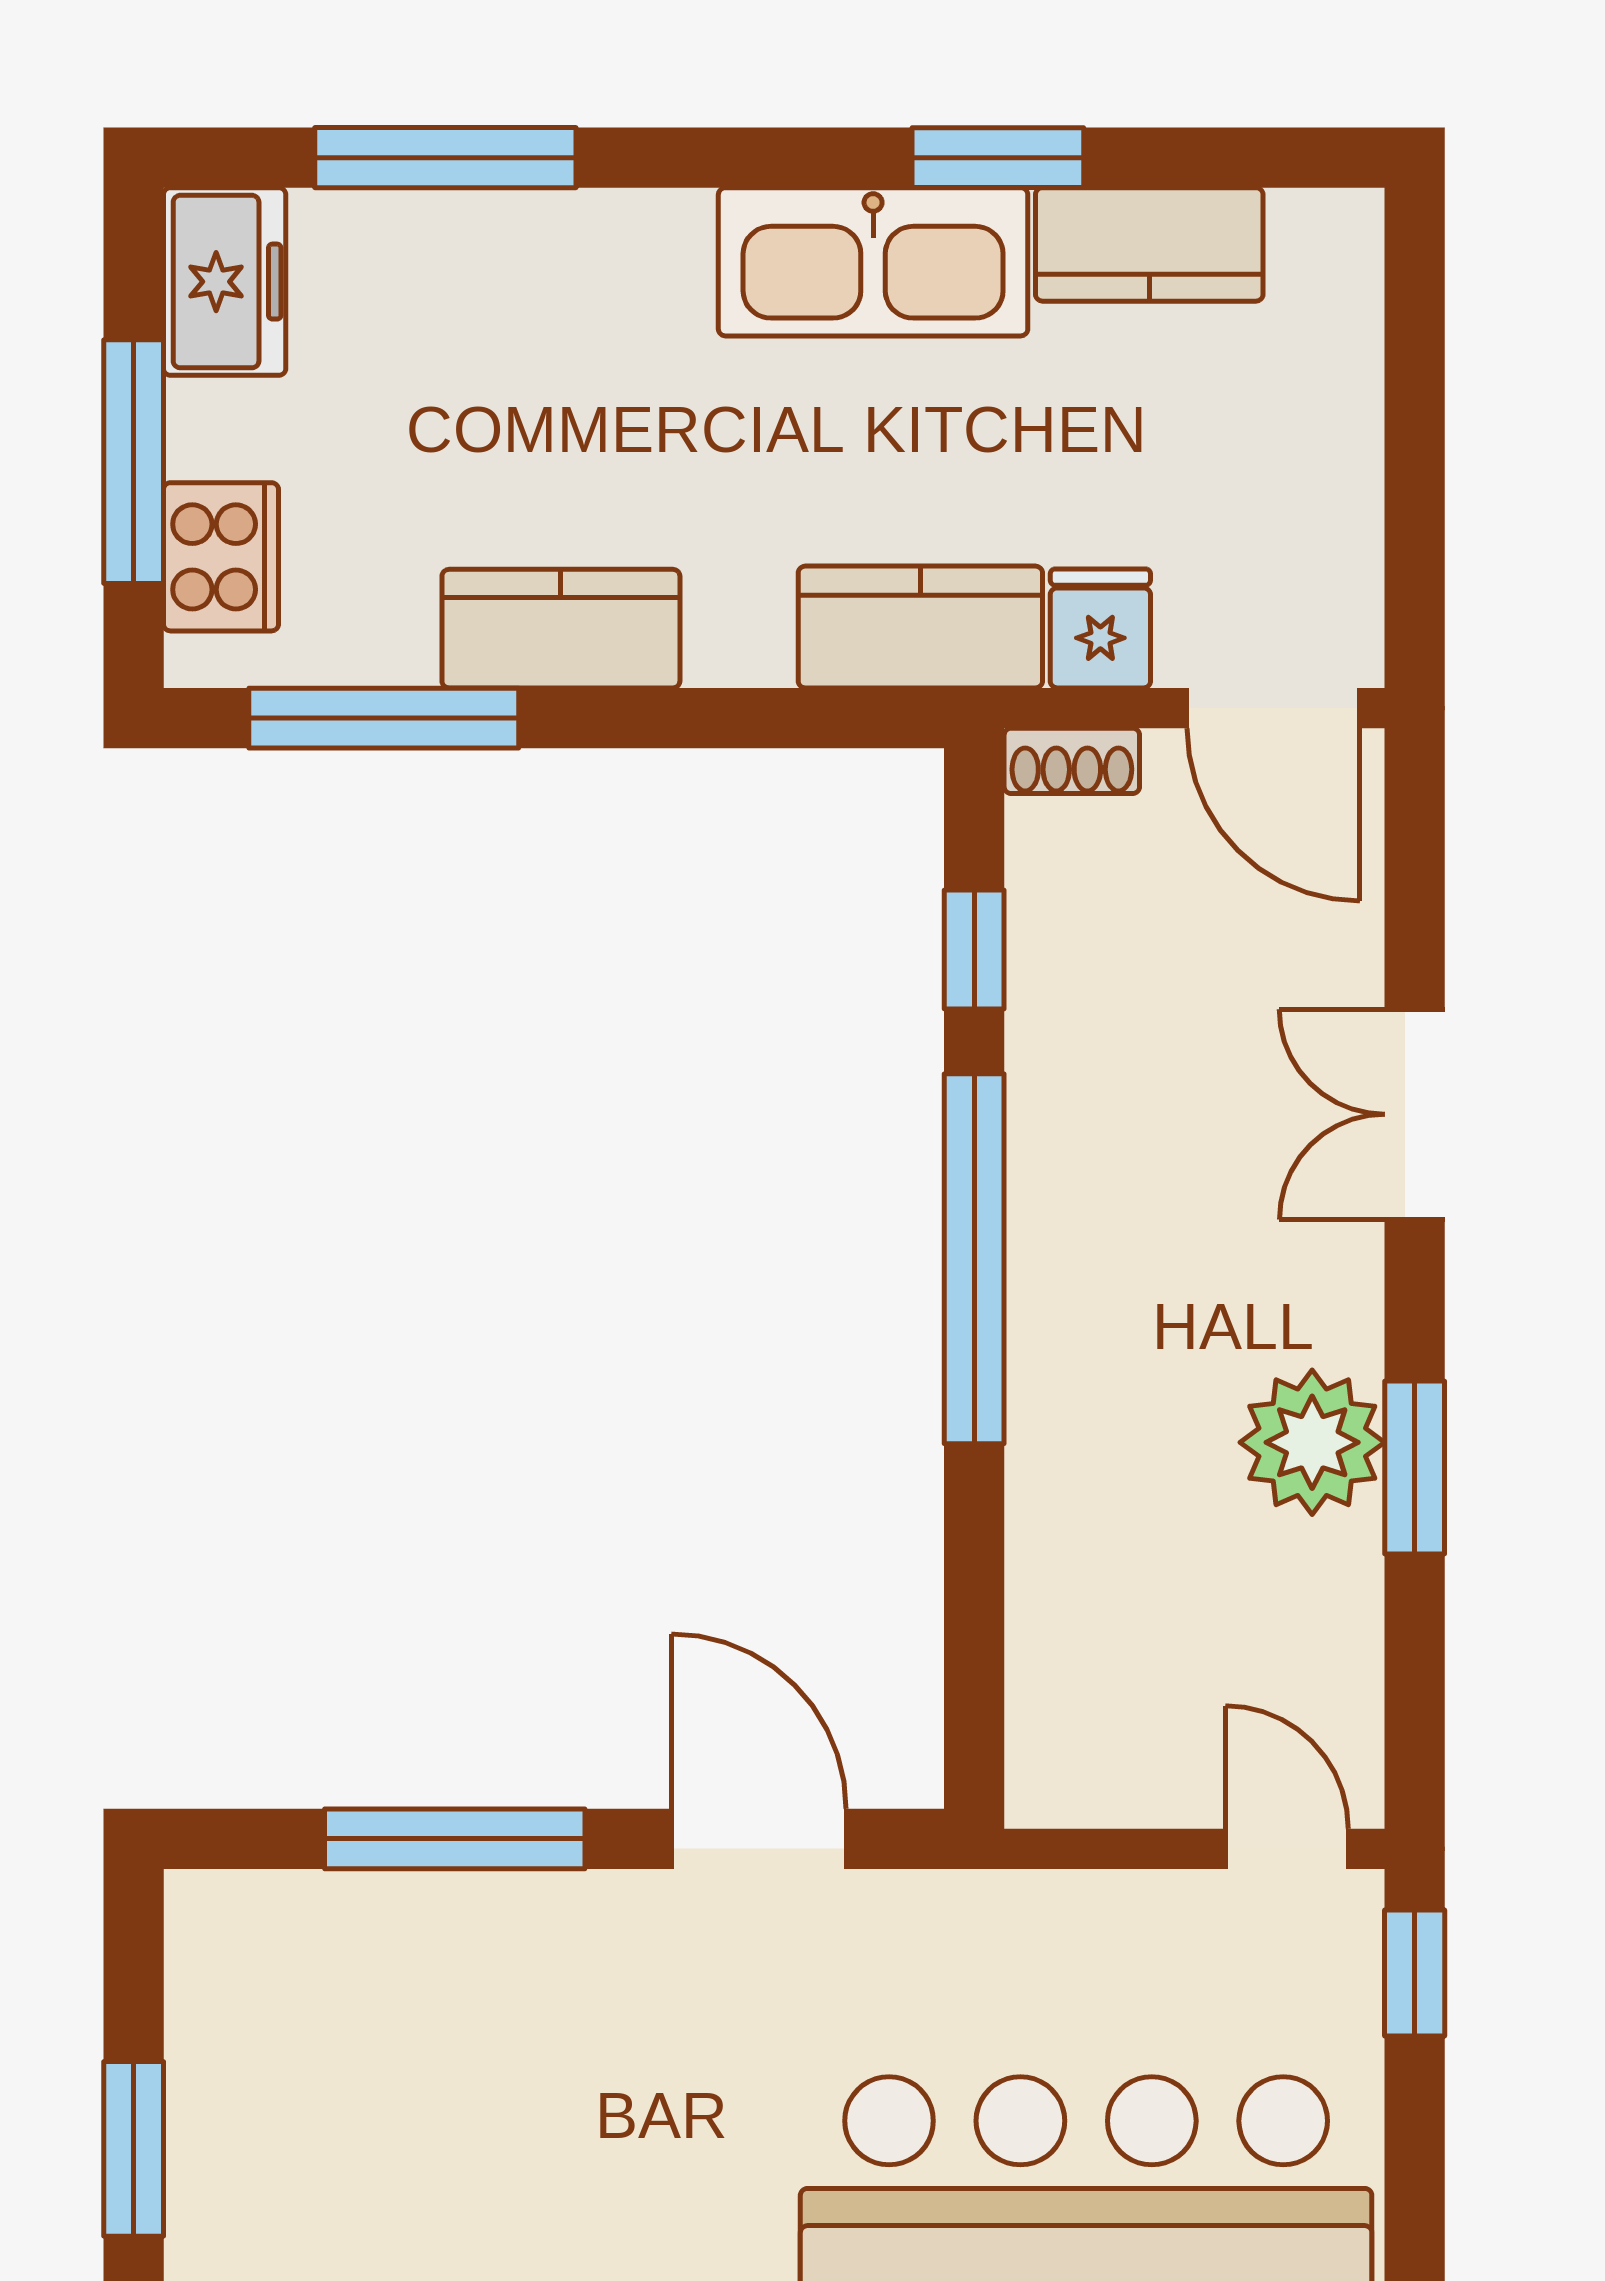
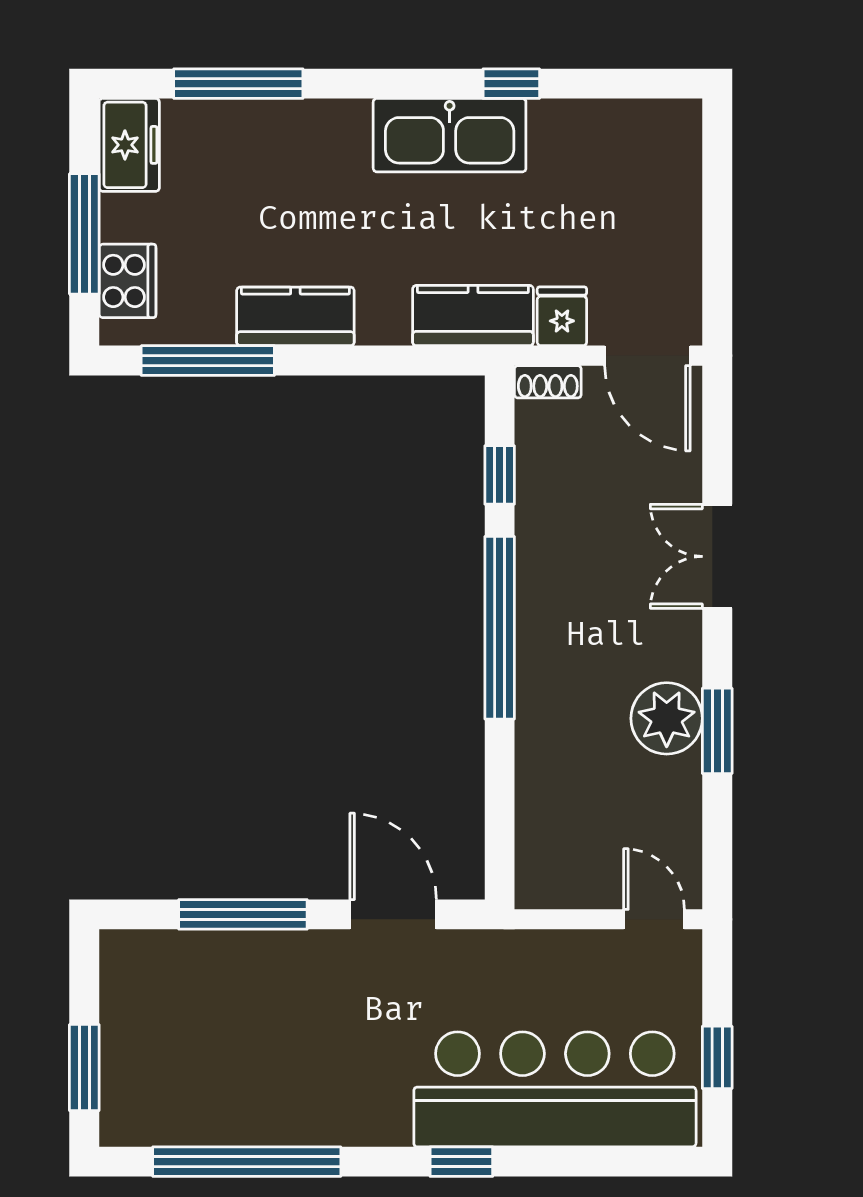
window: (998, 158) -> (511, 84), width x0.67
kitchen counter: (1149, 244) -> (586, 127), removed
window: (1415, 1973) -> (717, 1057), moved

